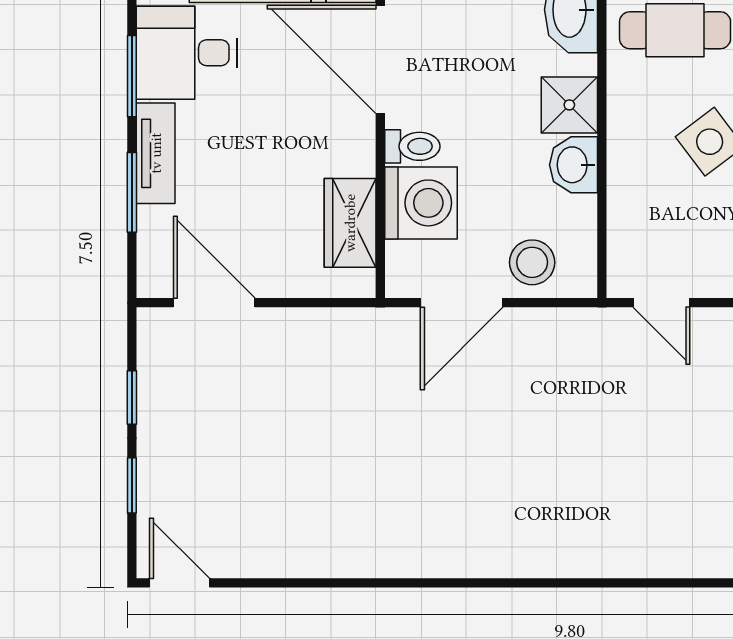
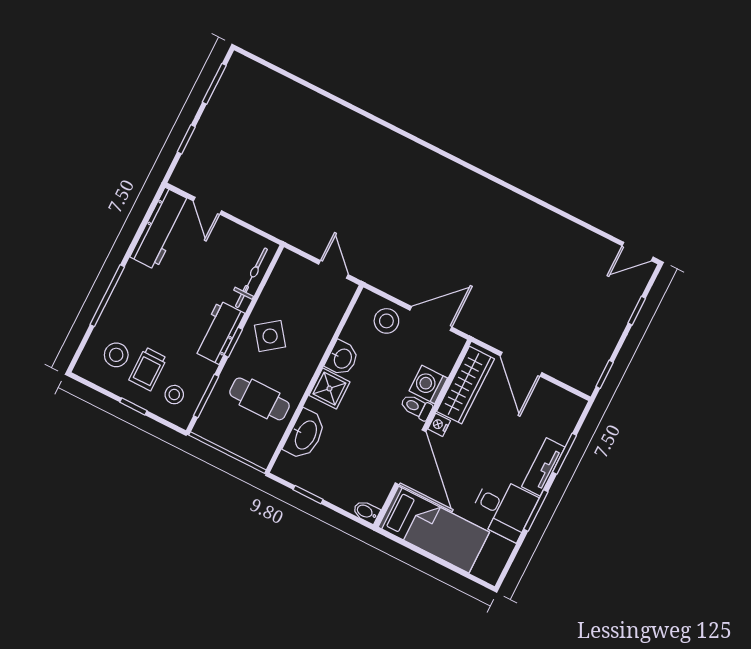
nightstand: (361, 136) -> (439, 425), added
washing machine: (421, 203) -> (428, 384), width x0.73, depth x0.73
wardrobe: (350, 223) -> (465, 385), width x1.50
door: (214, 303) -> (521, 364), moved
window: (132, 398) -> (605, 374), moved
door: (179, 583) -> (638, 251), hinge flipped

